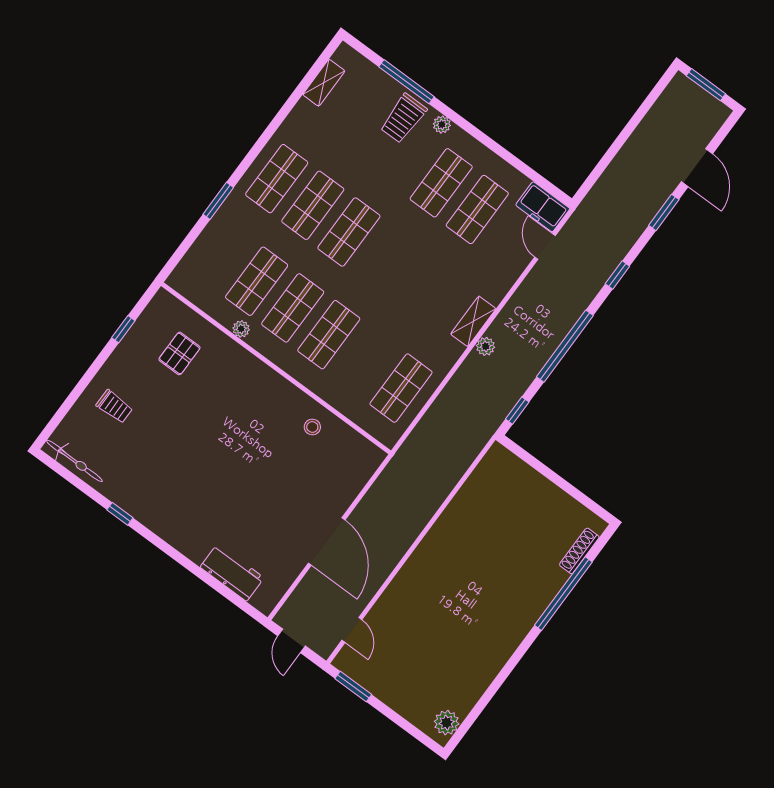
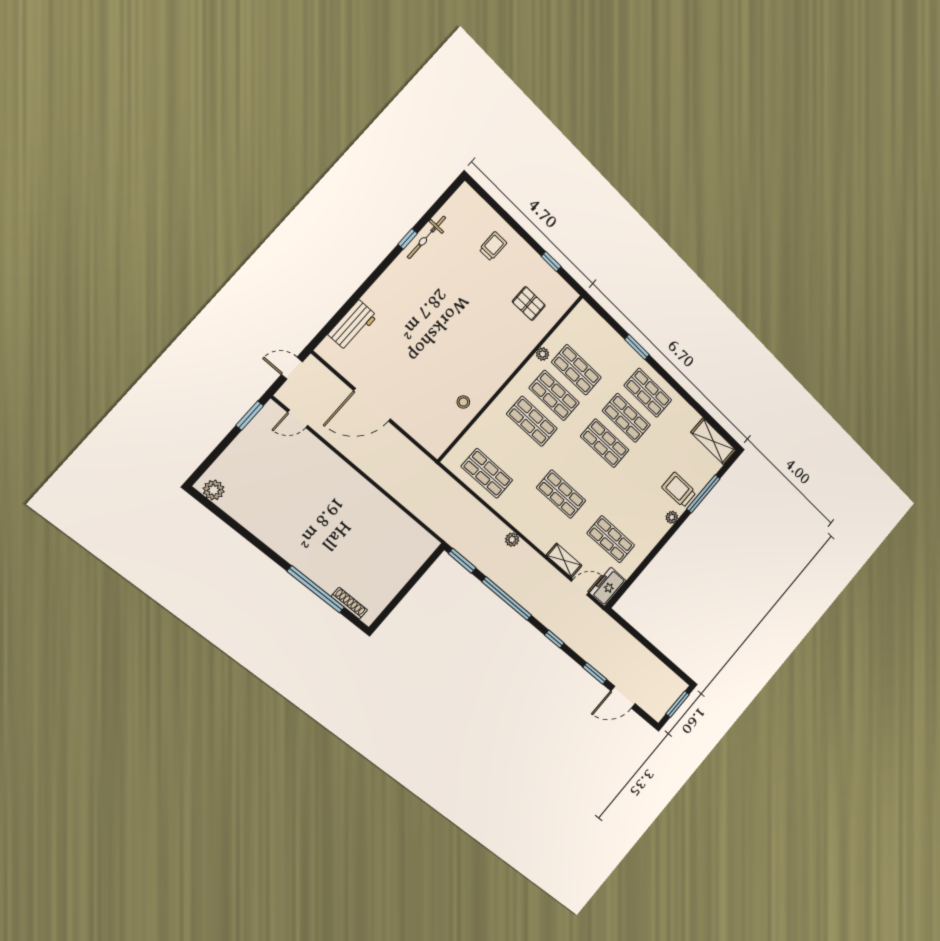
shelving: (324, 83) -> (713, 441), width x1.50, depth x1.33
shop shelf: (441, 183) -> (561, 494), moved
shelving: (473, 321) -> (564, 560), moved
trolley: (114, 407) -> (493, 246), turned 180
window: (517, 411) -> (462, 561), width x1.50
bicycle: (74, 461) -> (427, 237), moved

